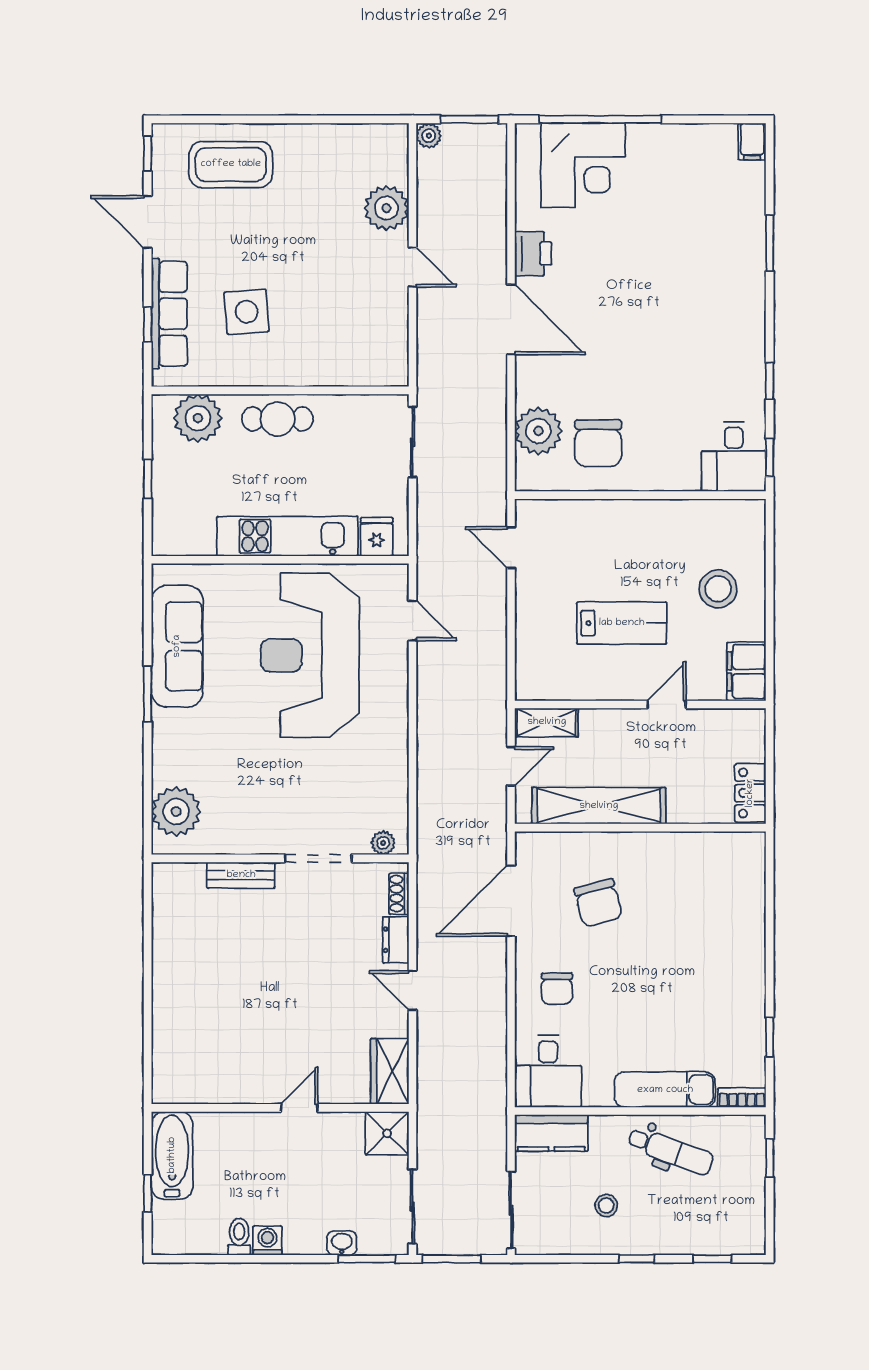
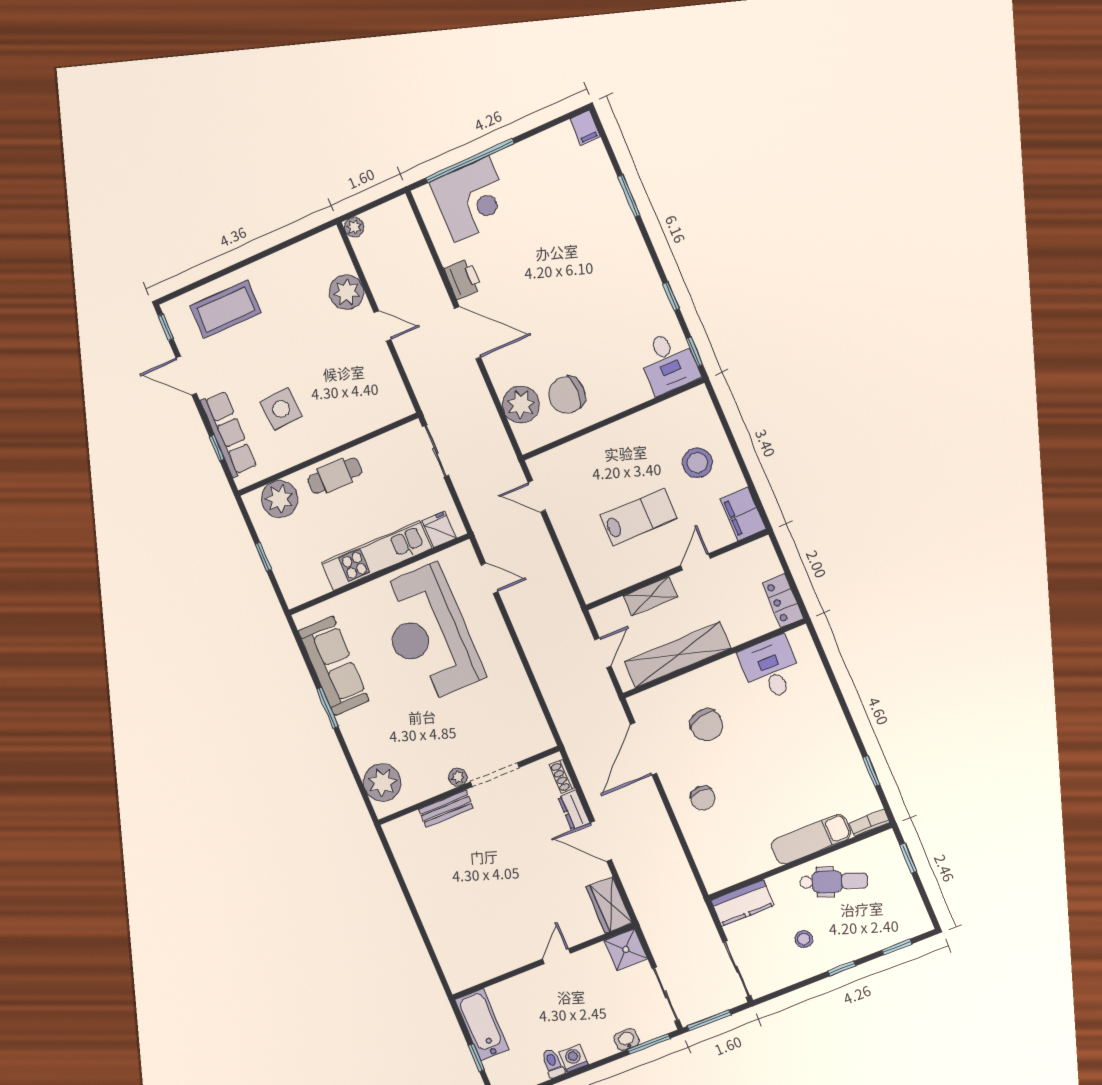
window: (469, 119) -> (378, 203), removed
chair: (598, 443) -> (567, 395), turned 90
shelving: (547, 722) -> (650, 596), moved
plant: (383, 843) -> (458, 777), moved
door: (412, 990) -> (601, 841), width x1.38
desk: (548, 1071) -> (771, 669), moved, turned 180

